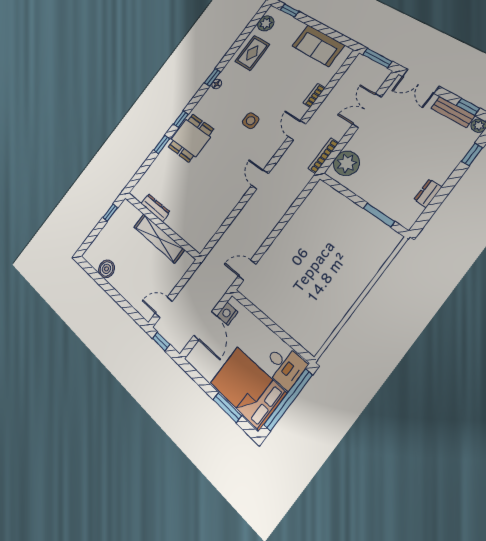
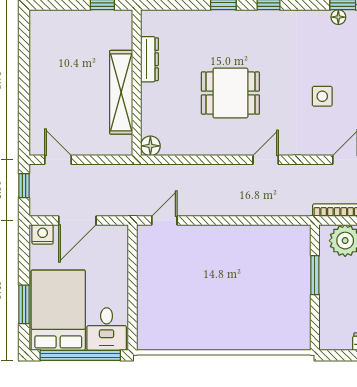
dining table: (191, 138) -> (230, 93), moved
window: (379, 215) -> (315, 275), moved
floor lamp: (199, 244) -> (150, 146), added
boiler: (106, 269) -> (42, 56), removed
door: (247, 270) -> (164, 221), hinge flipped
nightstand: (227, 314) -> (43, 234), moved

